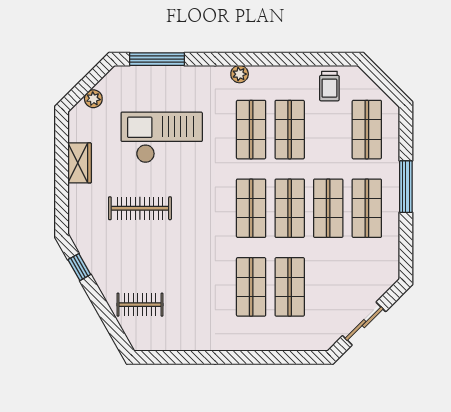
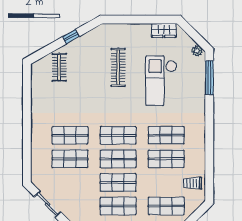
plant: (240, 74) -> (200, 128), removed
plant: (93, 99) -> (197, 51), moved
checkout: (162, 137) -> (161, 81), turned 180
wardrobe: (80, 163) -> (164, 30), moved
window: (79, 267) -> (71, 37), moved

